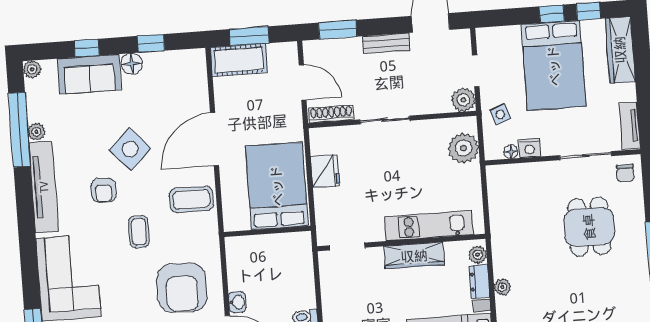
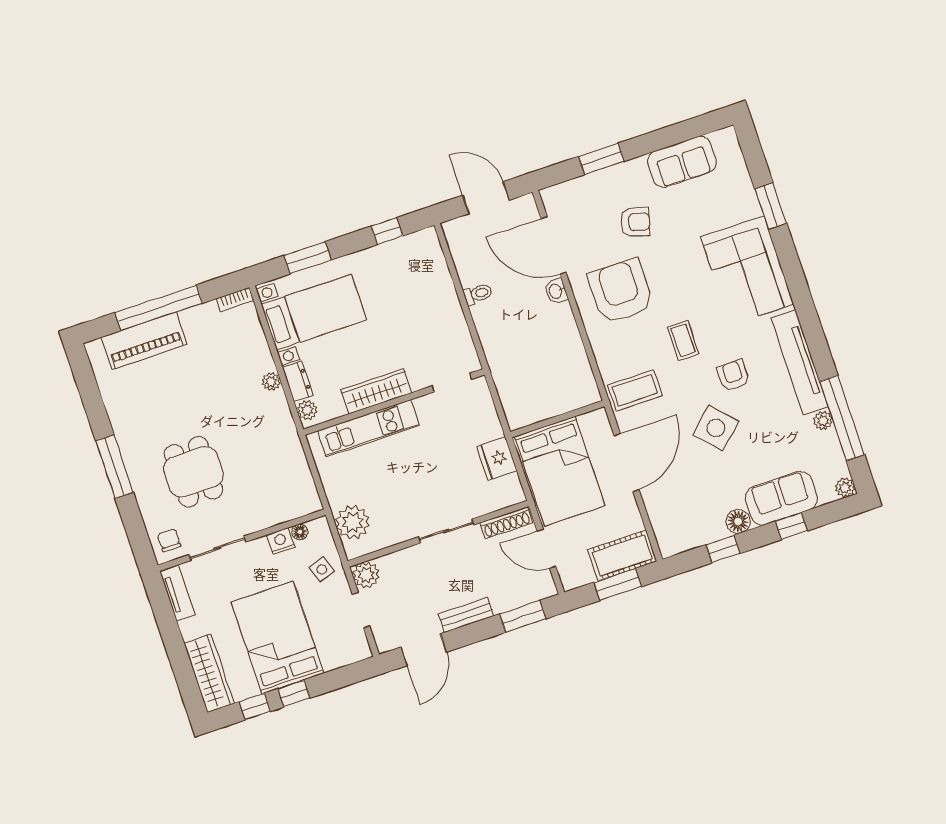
bed: (277, 186) -> (560, 471), moved
wall: (267, 231) -> (557, 419), moved

